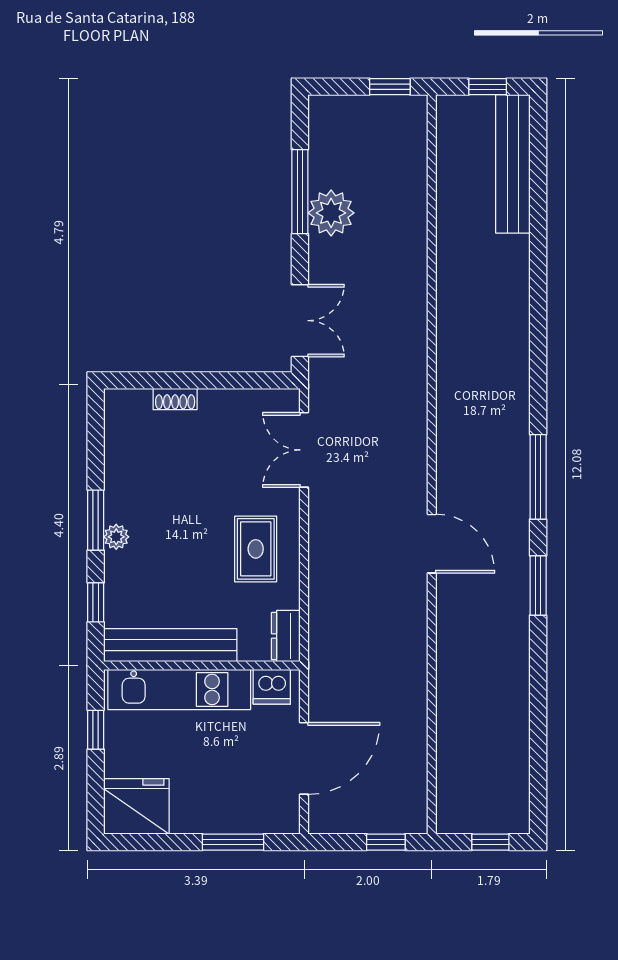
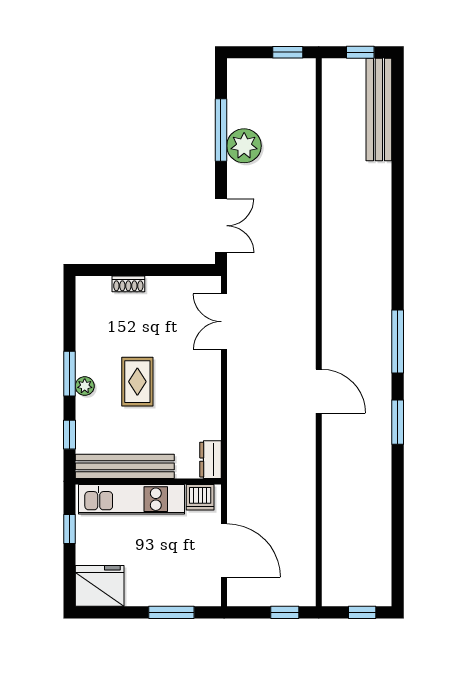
rug: (256, 549) -> (137, 382), moved
door: (304, 758) -> (224, 550), hinge flipped

